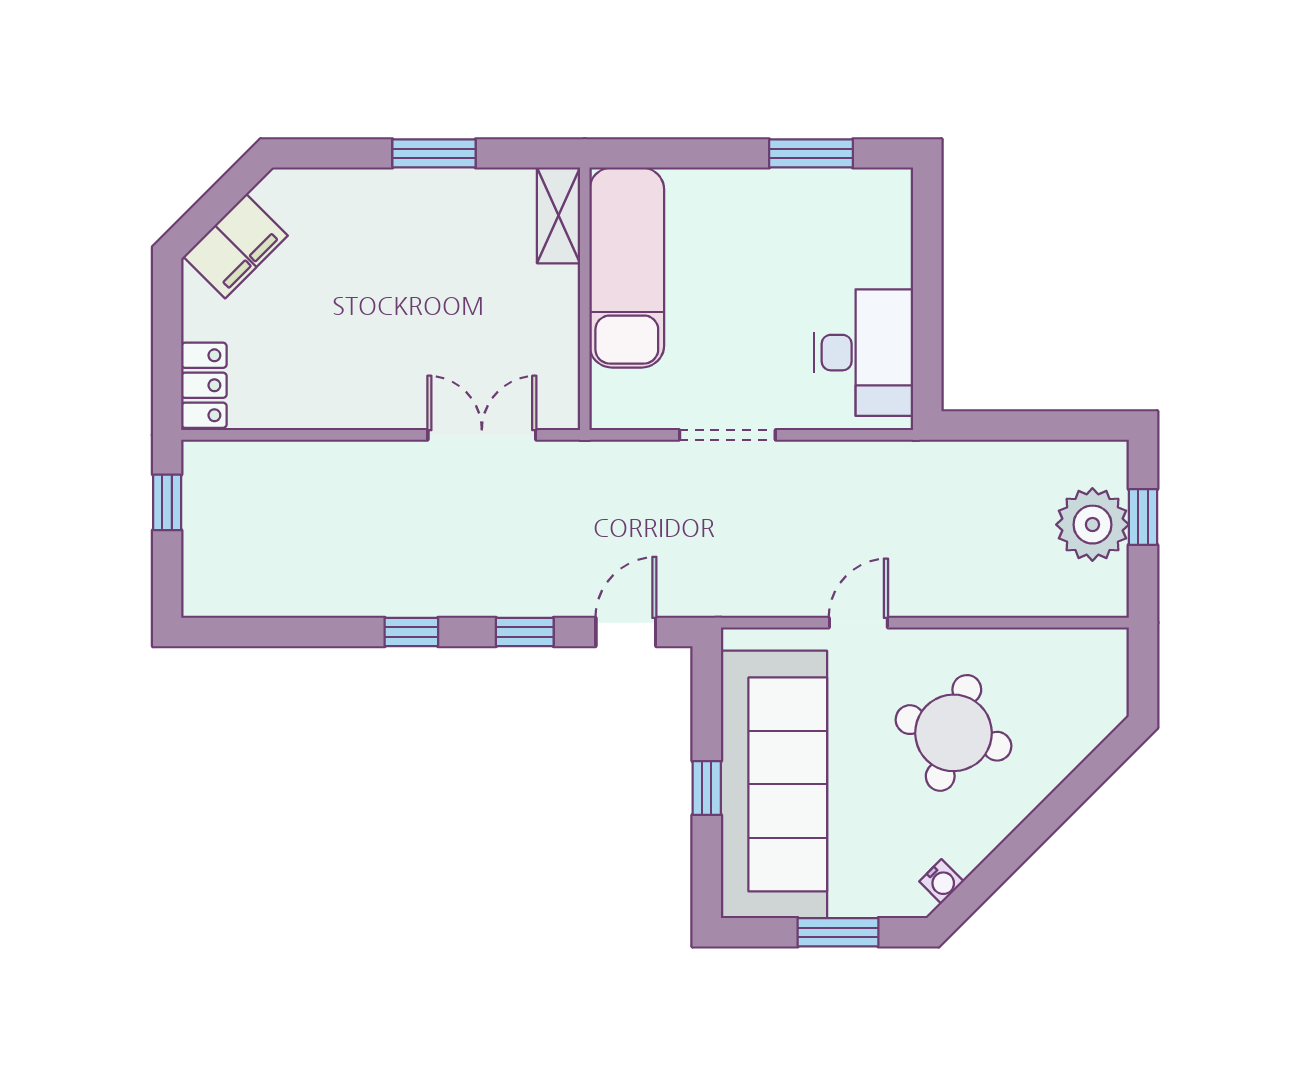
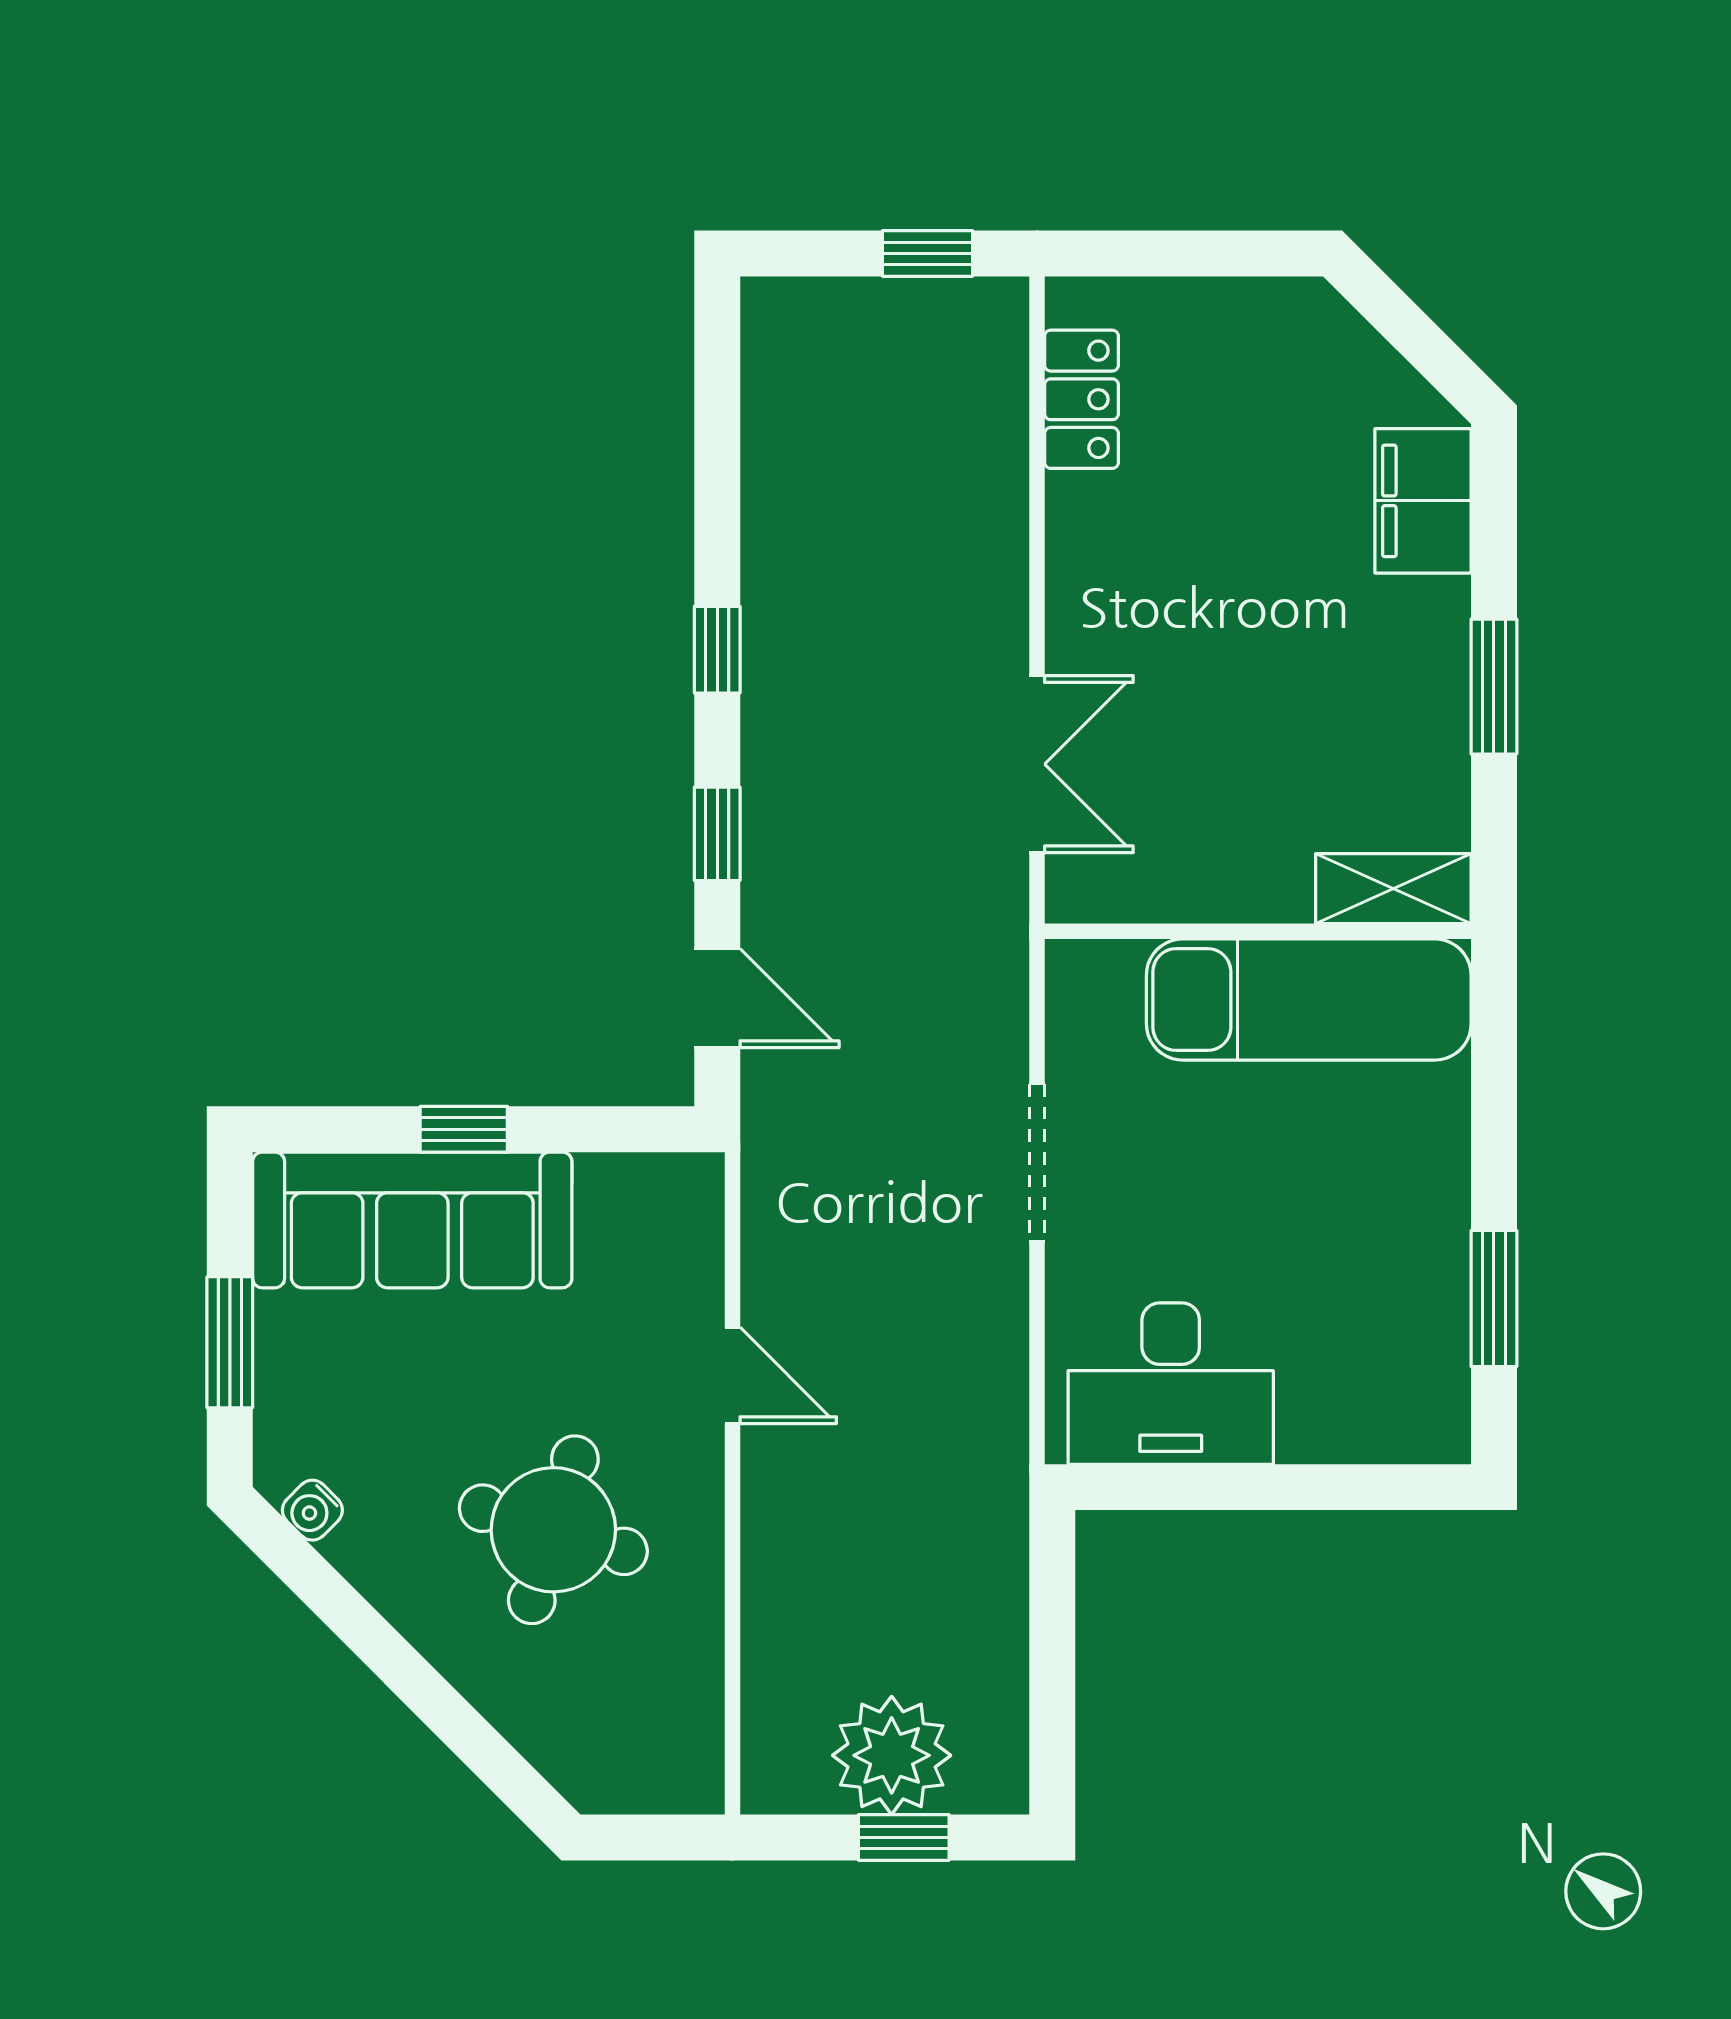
filing cabinet: (236, 246) -> (1423, 501), moved, turned 45
locker: (204, 385) -> (1081, 399), moved, turned -90
sofa: (774, 784) -> (412, 1220), width x0.74, depth x0.79

